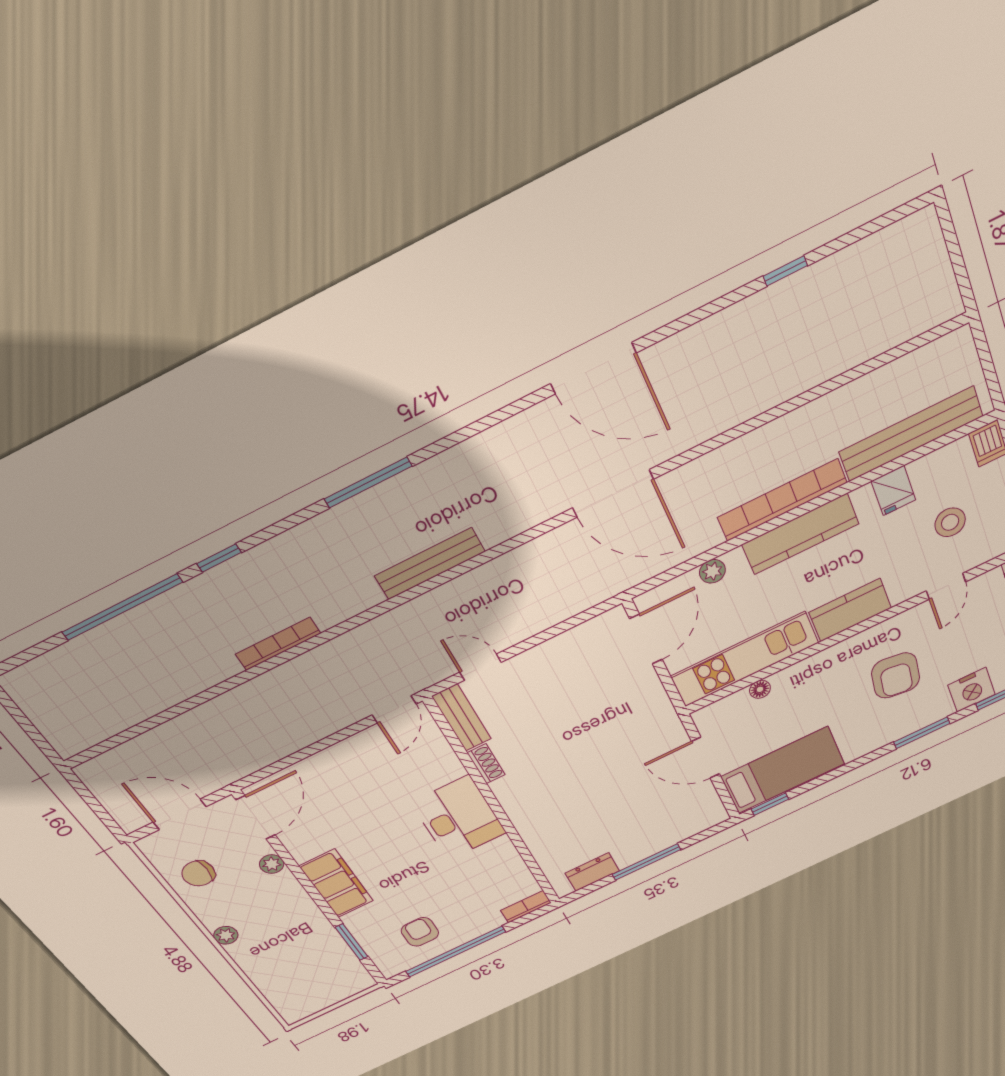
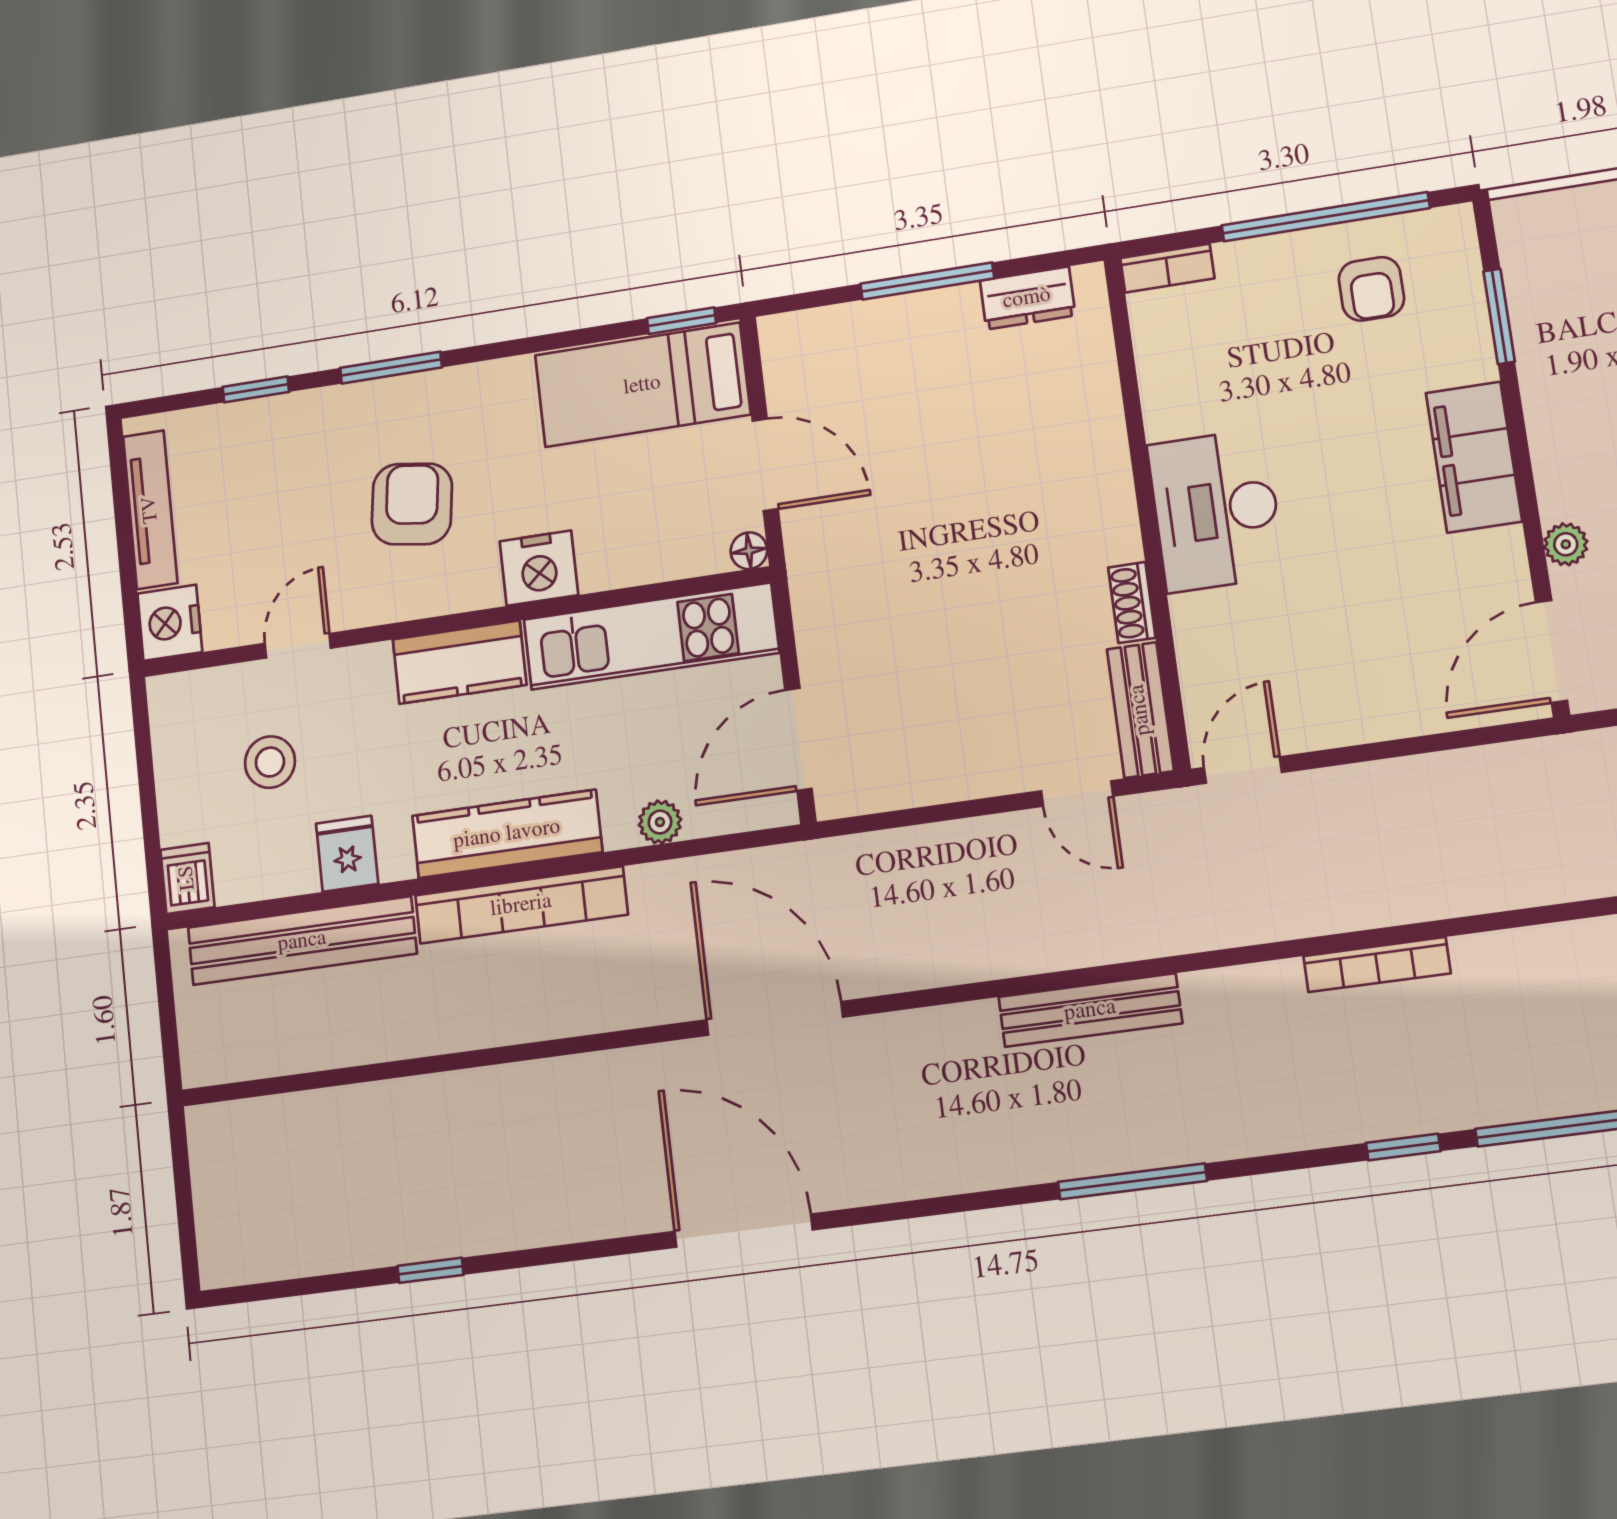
floor lamp: (760, 689) -> (749, 551), moved
nightstand: (972, 690) -> (539, 568), moved, turned 180

